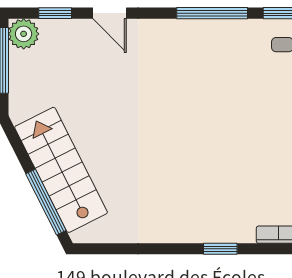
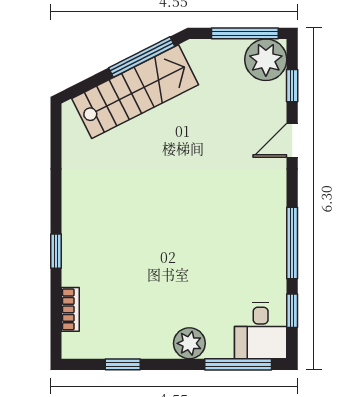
plant: (24, 34) -> (266, 60), width x1.36, depth x1.36
window: (46, 202) -> (142, 57), moved

